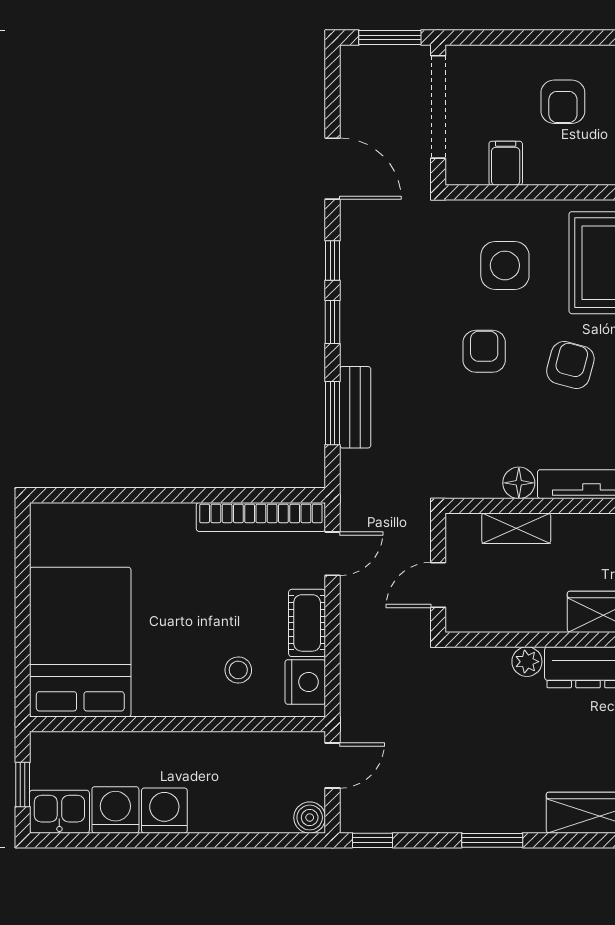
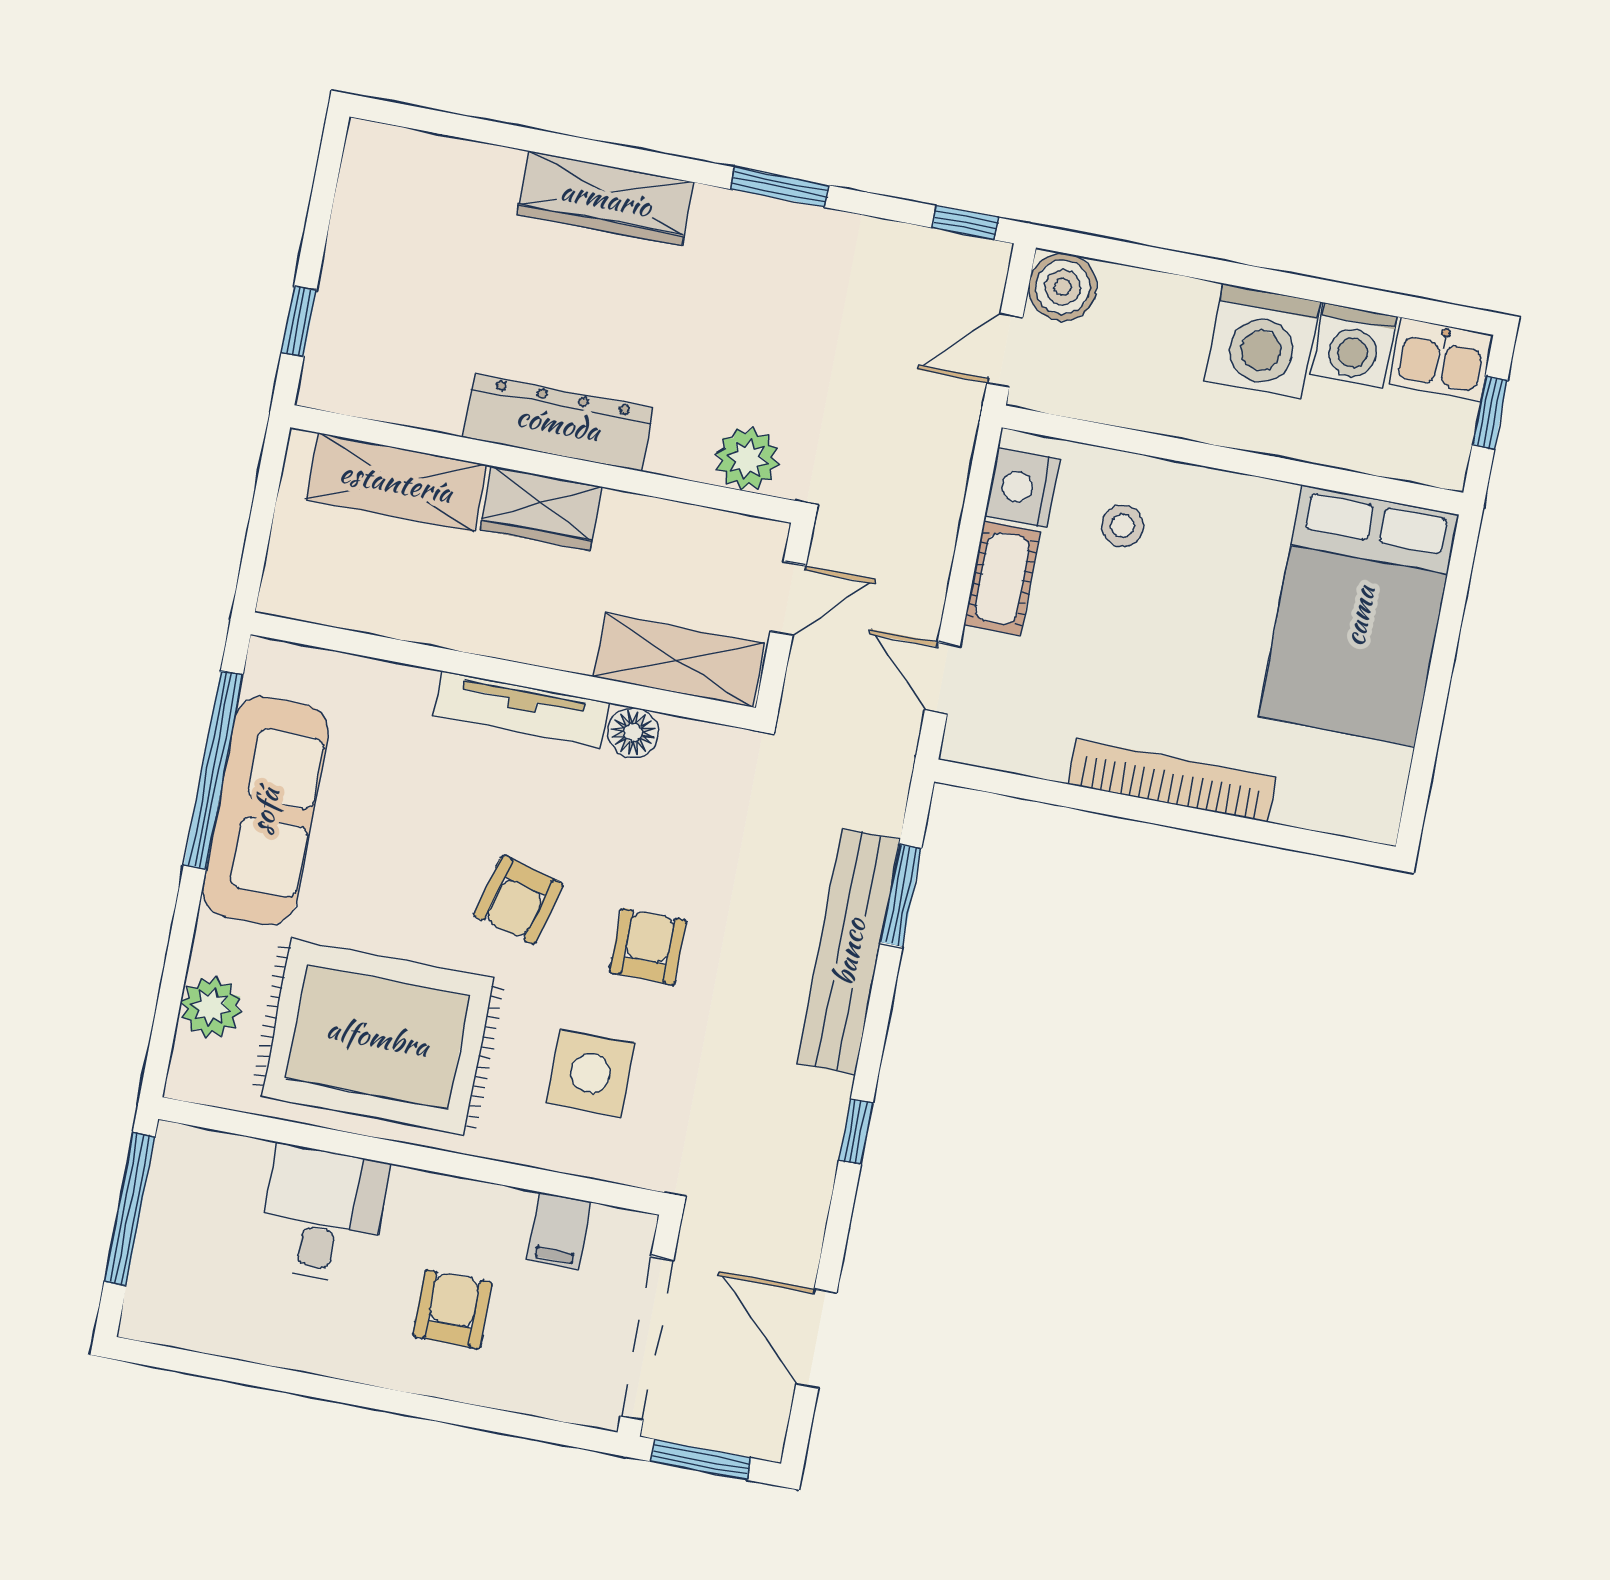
door: (332, 169) -> (816, 1339), moved
window: (332, 322) -> (874, 1037), removed
armchair: (484, 351) -> (648, 946), turned 180
bench: (355, 407) -> (849, 952), width x1.86, depth x1.21
bookcase: (261, 517) -> (1172, 781), moved
shelving: (516, 528) -> (679, 660), width x1.50, depth x1.33
door: (332, 554) -> (942, 678), hinge flipped
plant: (527, 662) -> (747, 459), moved, width x1.38, depth x1.38
washing machine: (164, 811) -> (1263, 341), width x1.37, depth x1.37
boiler: (310, 818) -> (1063, 287), width x1.36, depth x1.36

